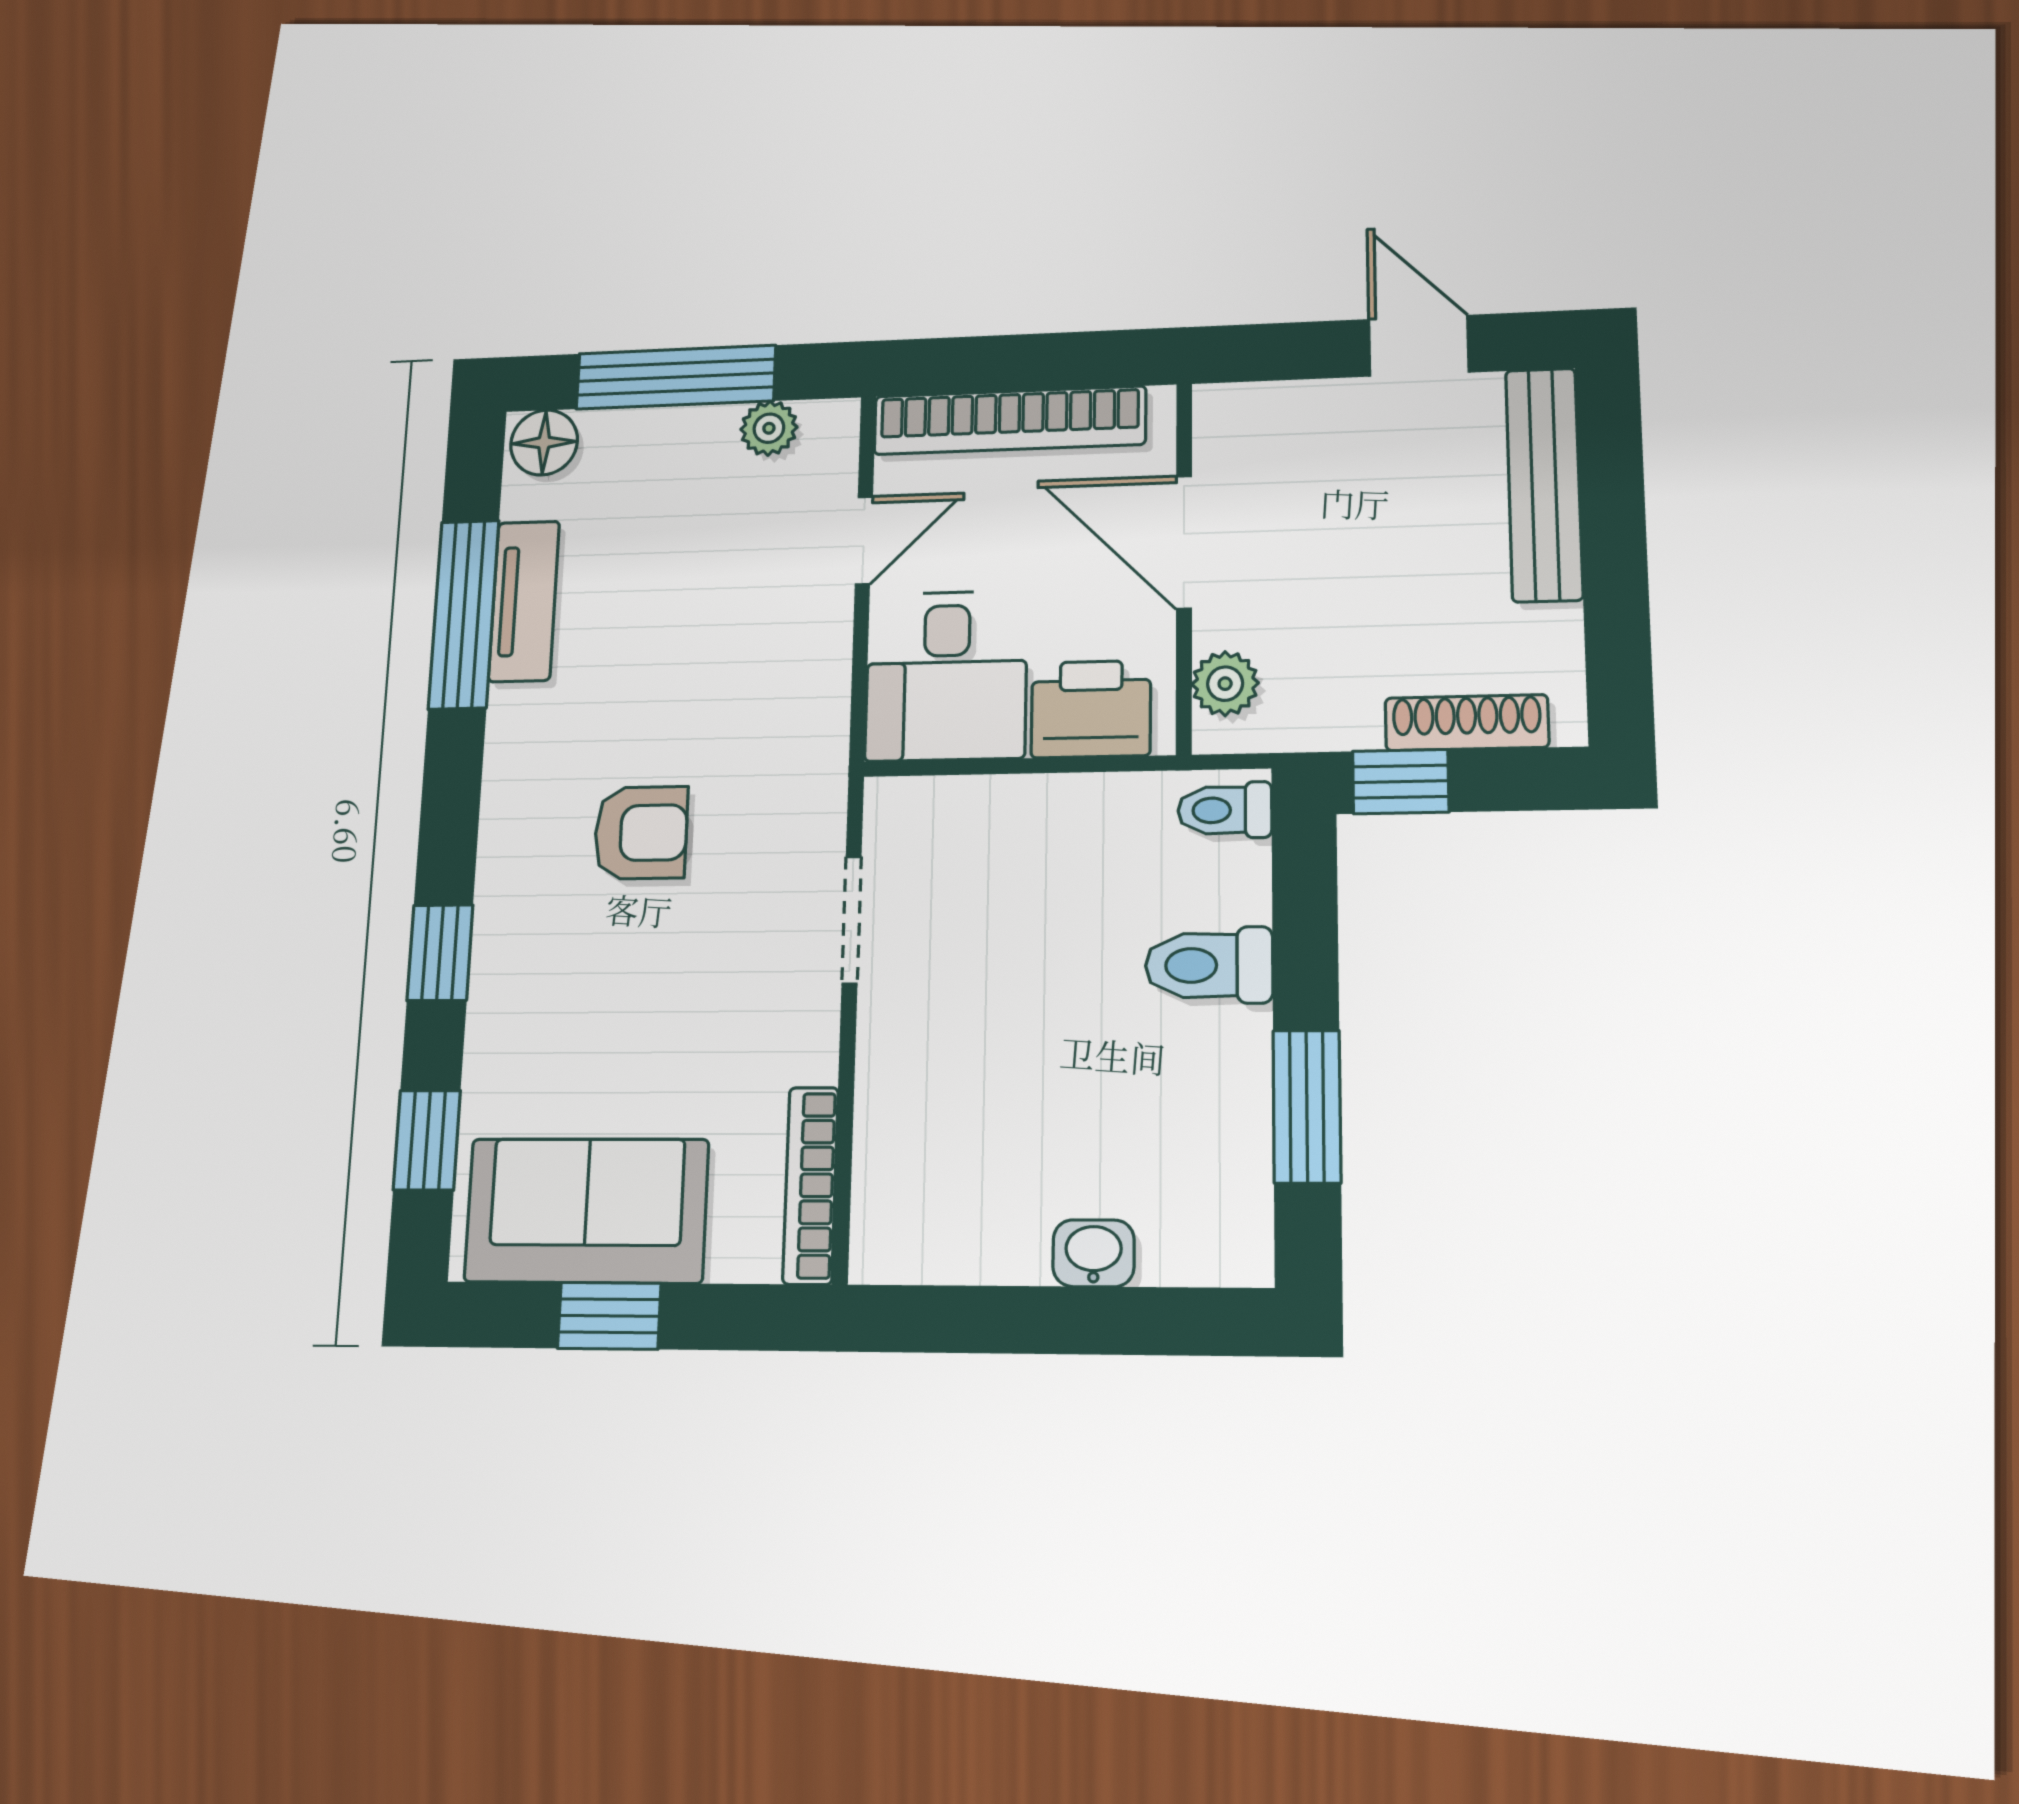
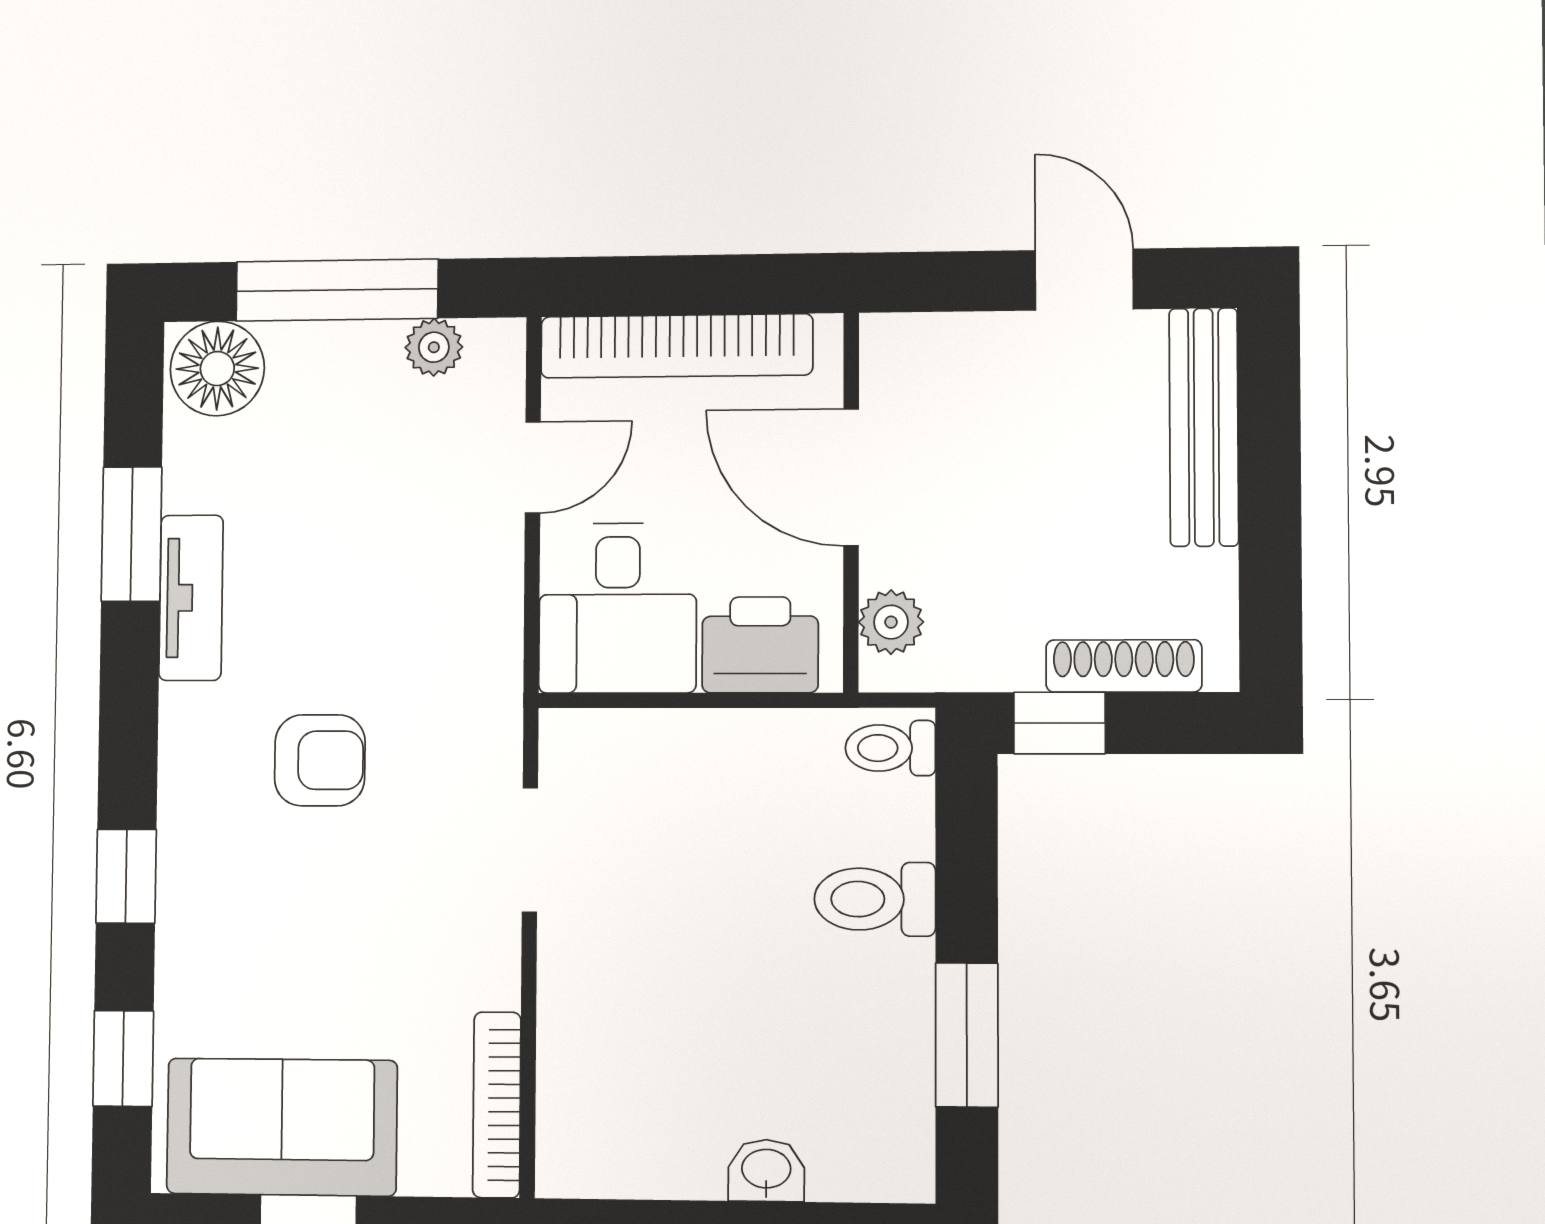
floor lamp: (544, 443) -> (217, 369), width x1.38, depth x1.38
tv unit: (524, 601) -> (191, 598), moved
window: (464, 614) -> (132, 534), width x0.69

